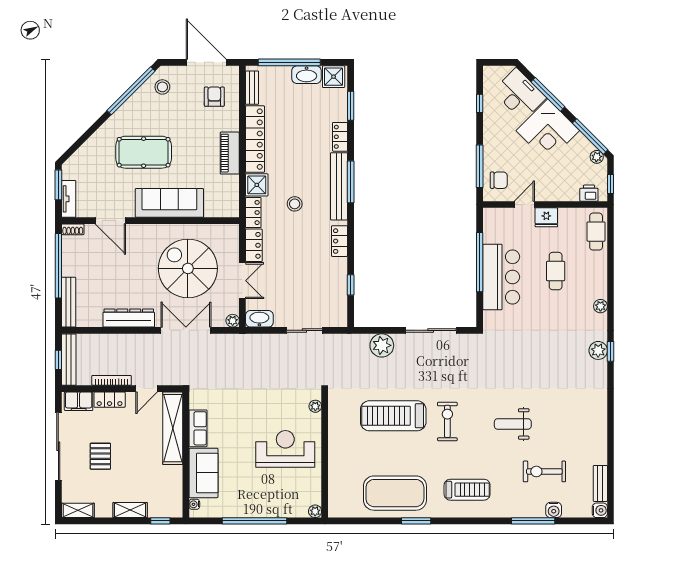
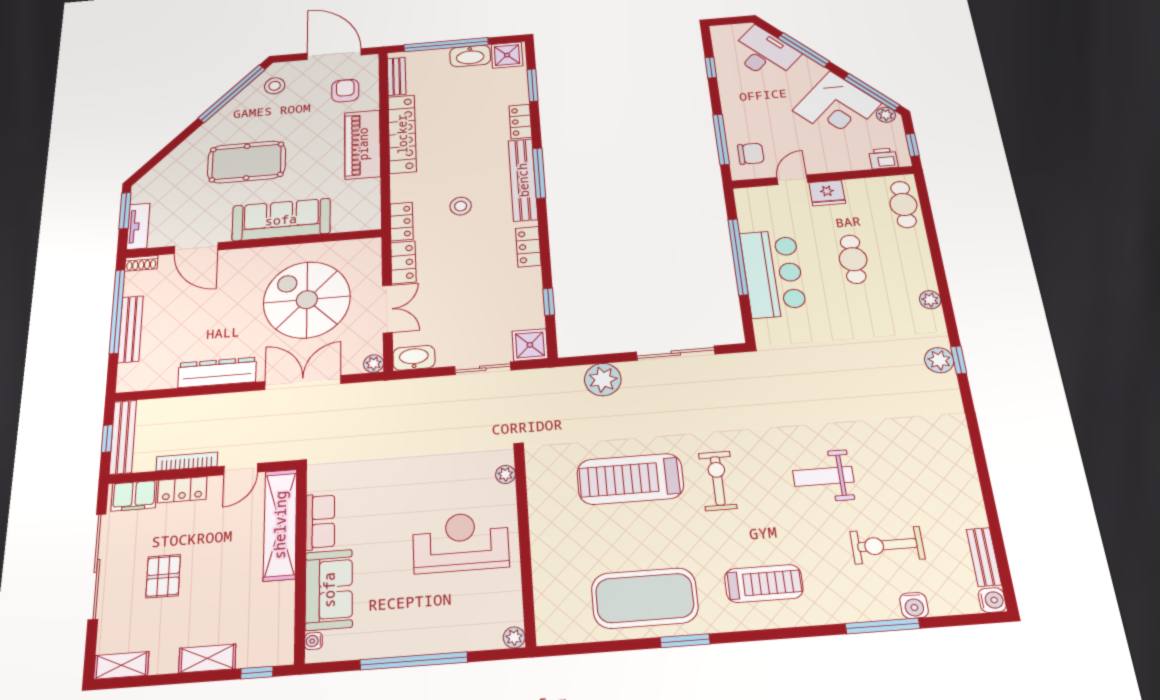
corner desk: (548, 131) -> (837, 107), moved
piano: (230, 153) -> (363, 144), width x1.37, depth x1.33
shower: (257, 185) -> (530, 345), moved
bench: (69, 302) -> (131, 329), moved

